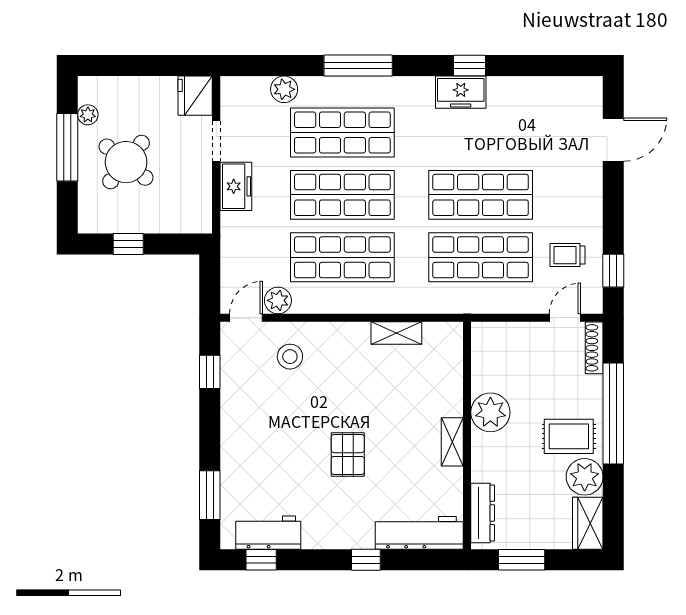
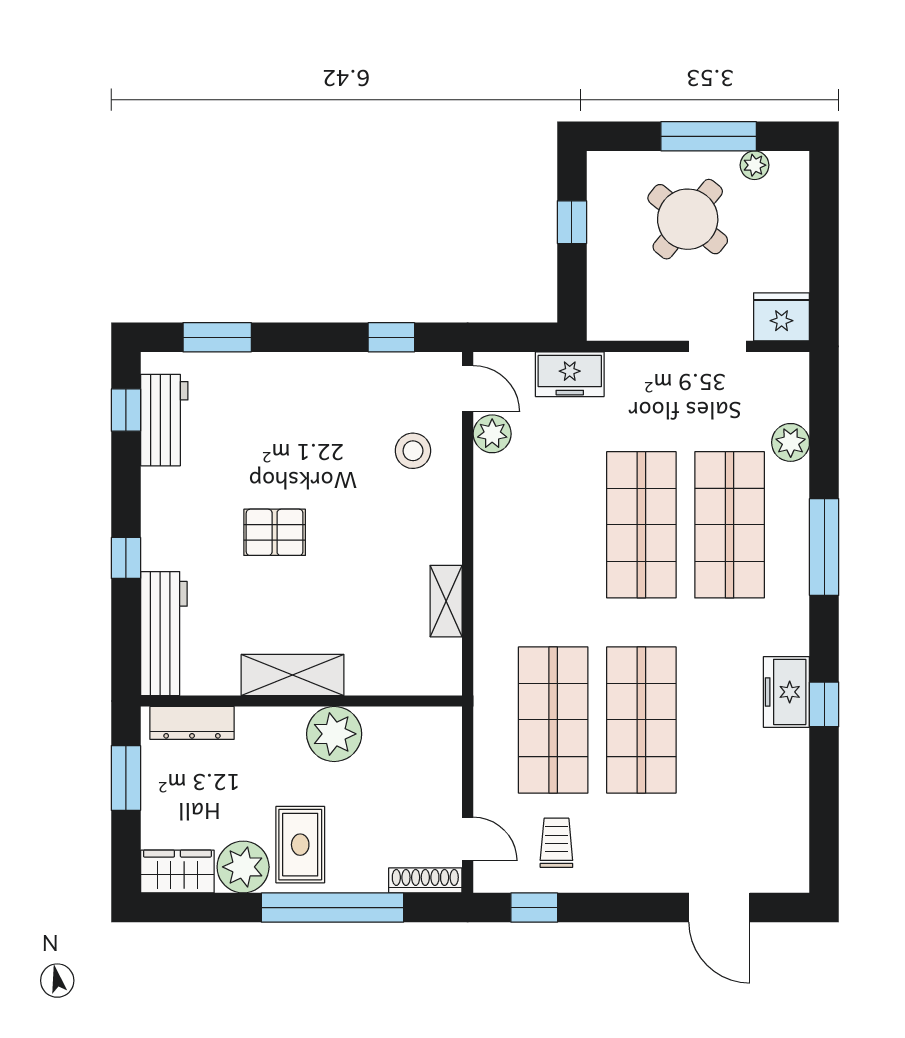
freezer: (236, 186) -> (570, 374), moved
shop shelf: (342, 257) -> (553, 525), removed
shelving: (452, 442) -> (293, 675), width x1.50, depth x1.33

